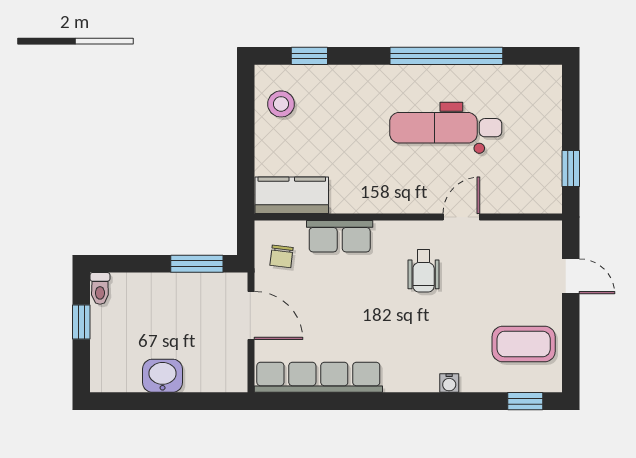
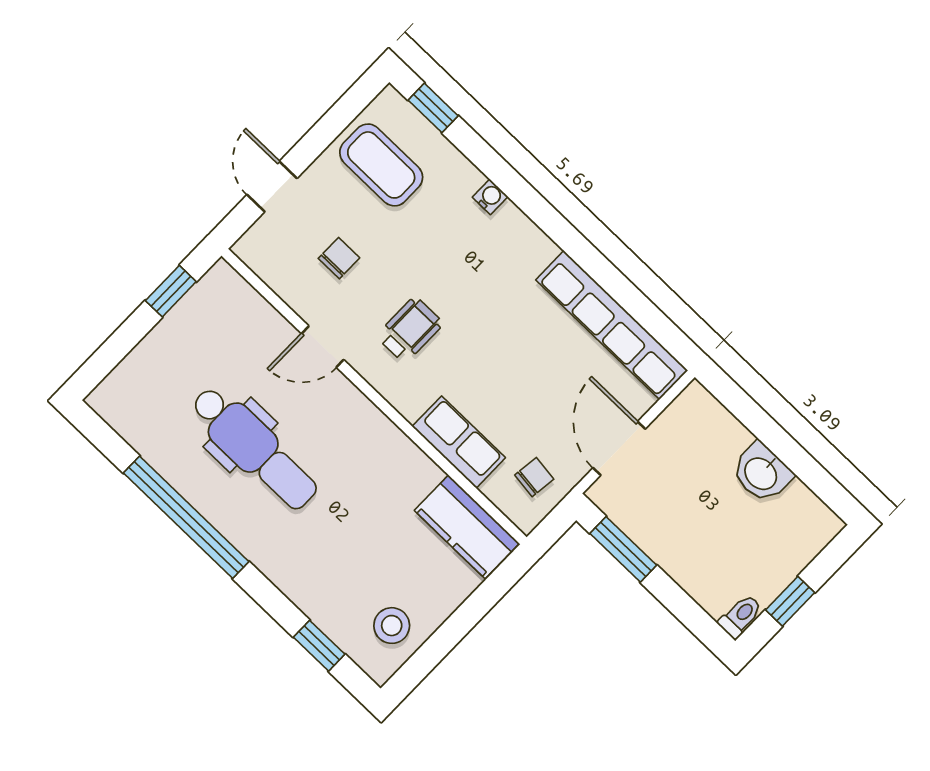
chair: (498, 273) -> (339, 258), added

